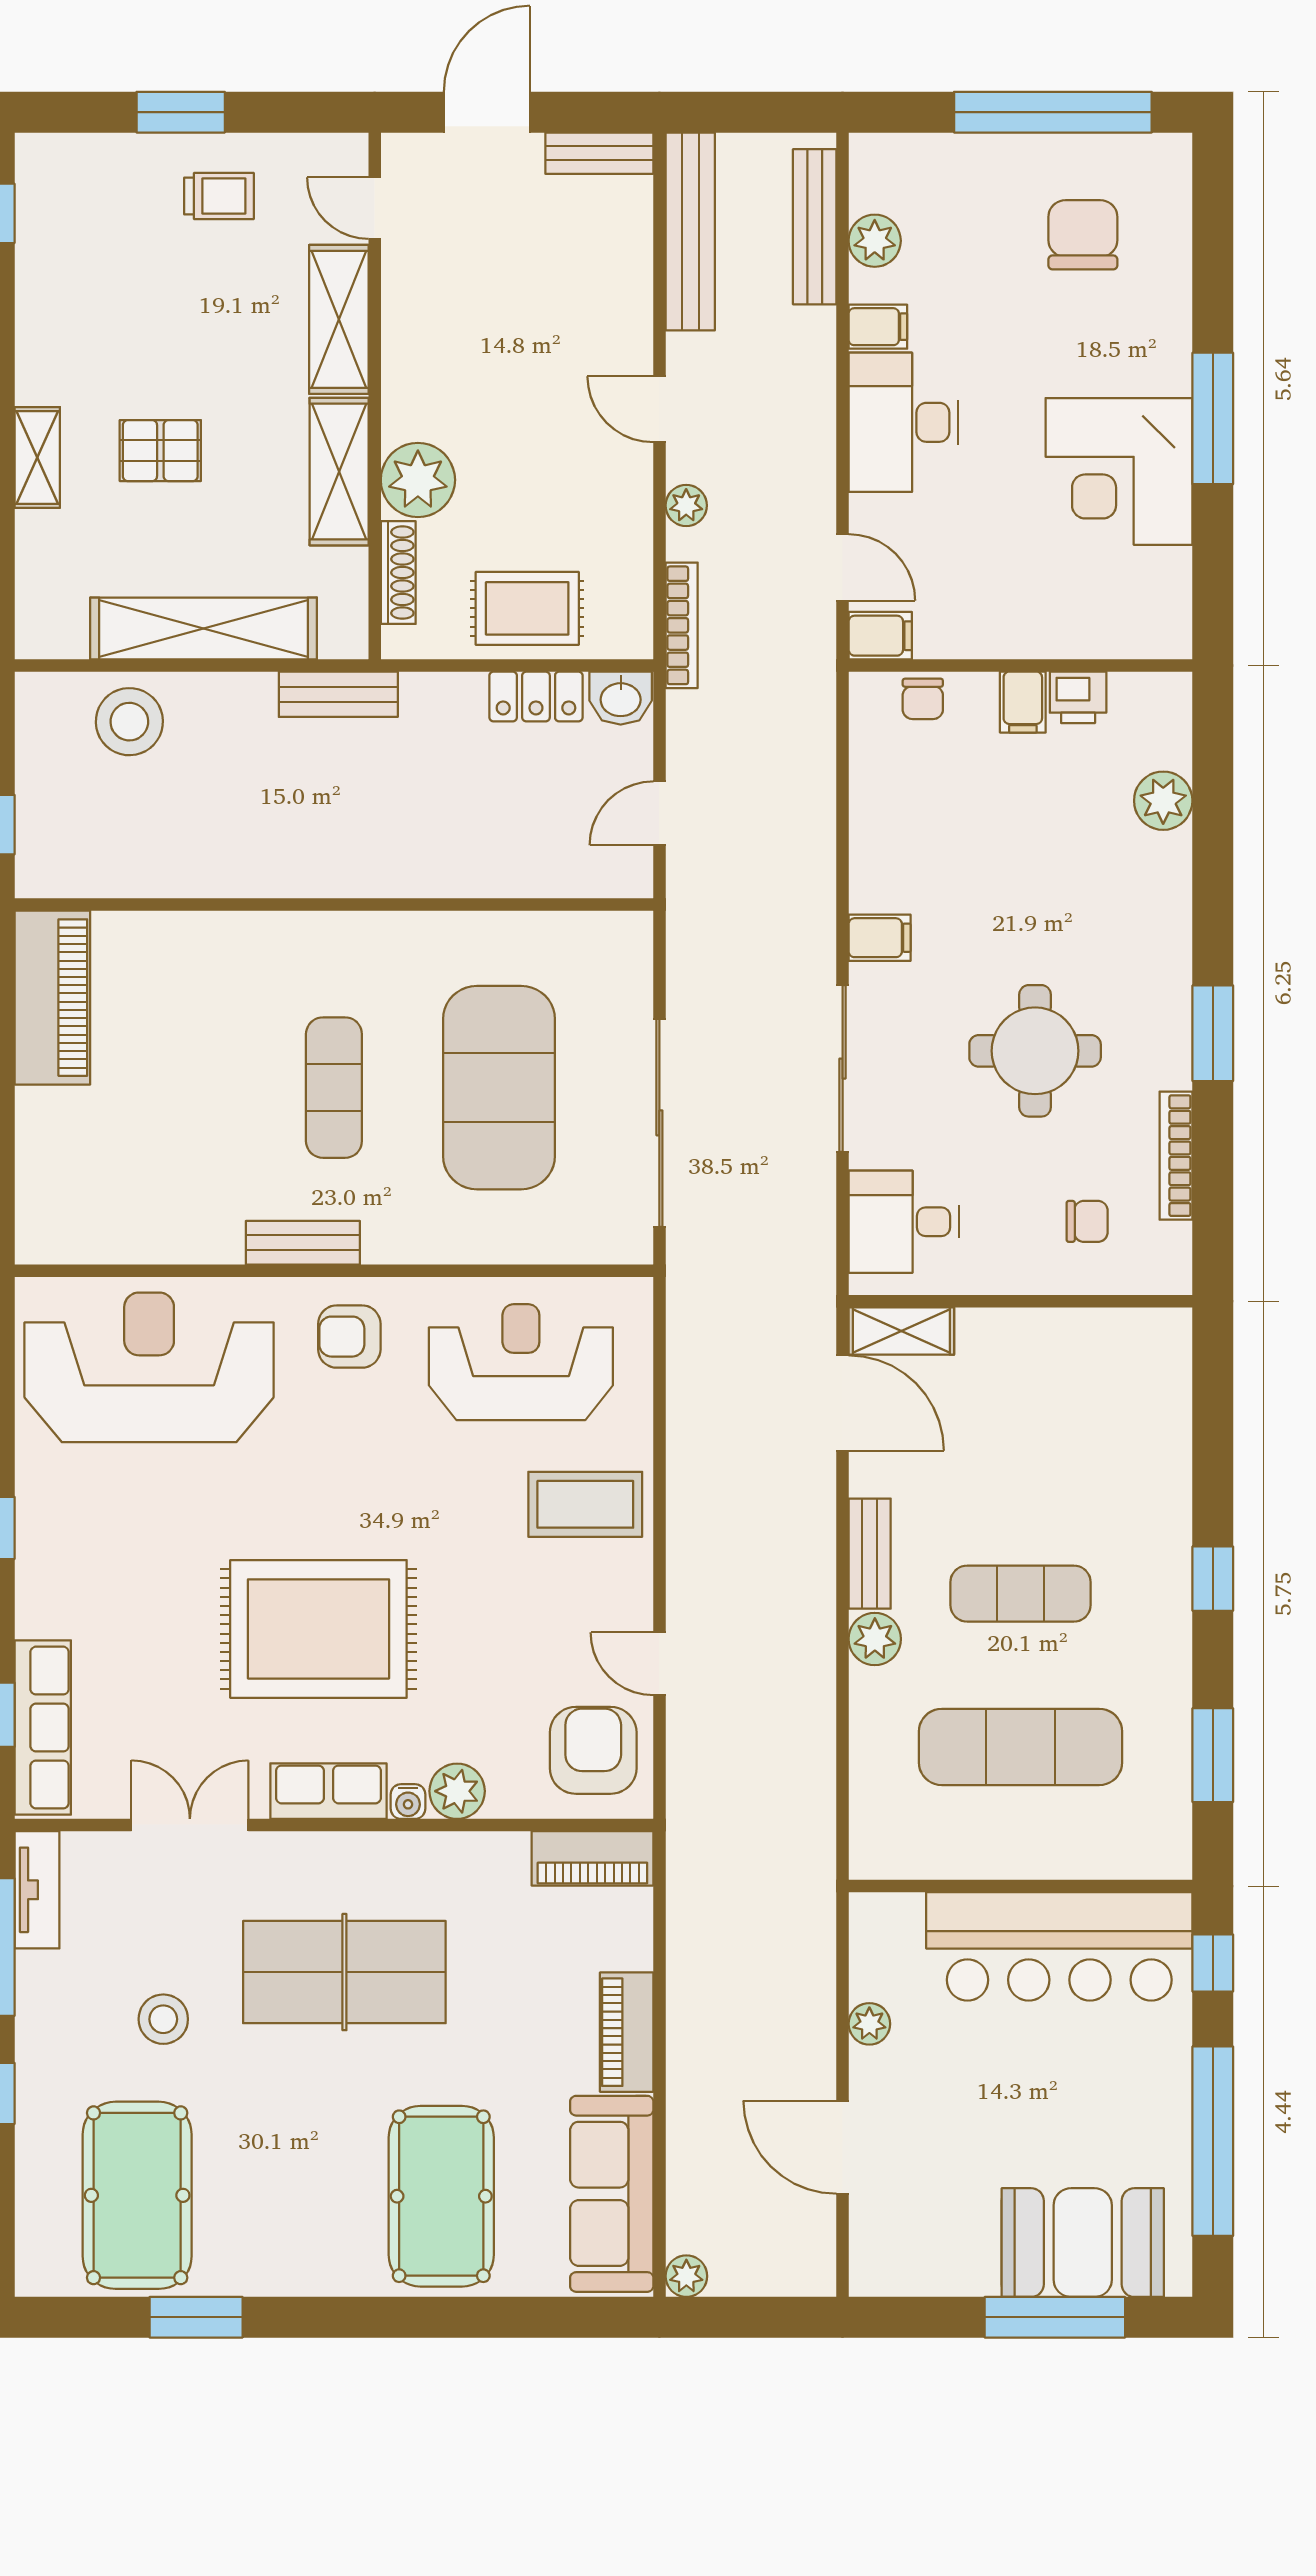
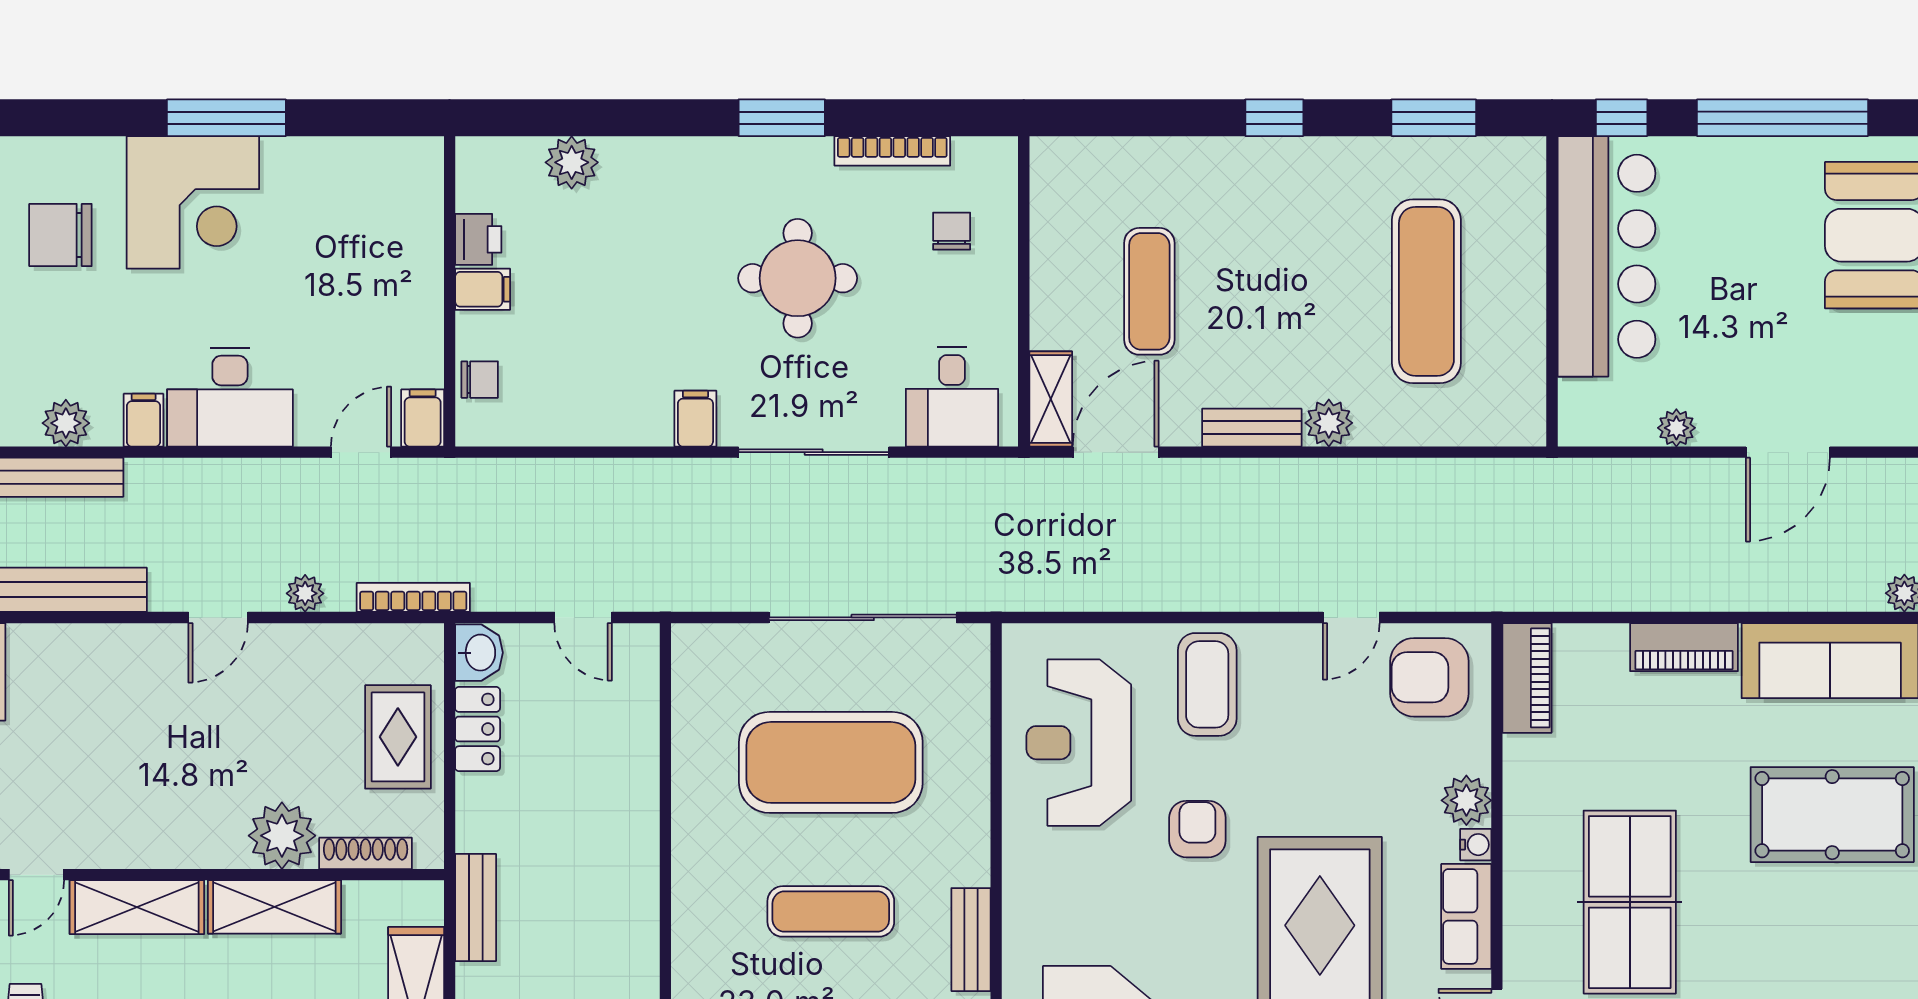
corner desk: (1119, 471) -> (193, 202), moved
armchair: (349, 1337) -> (1197, 829), moved, turned 180
exercise mat: (1021, 1594) -> (1149, 291), moved

